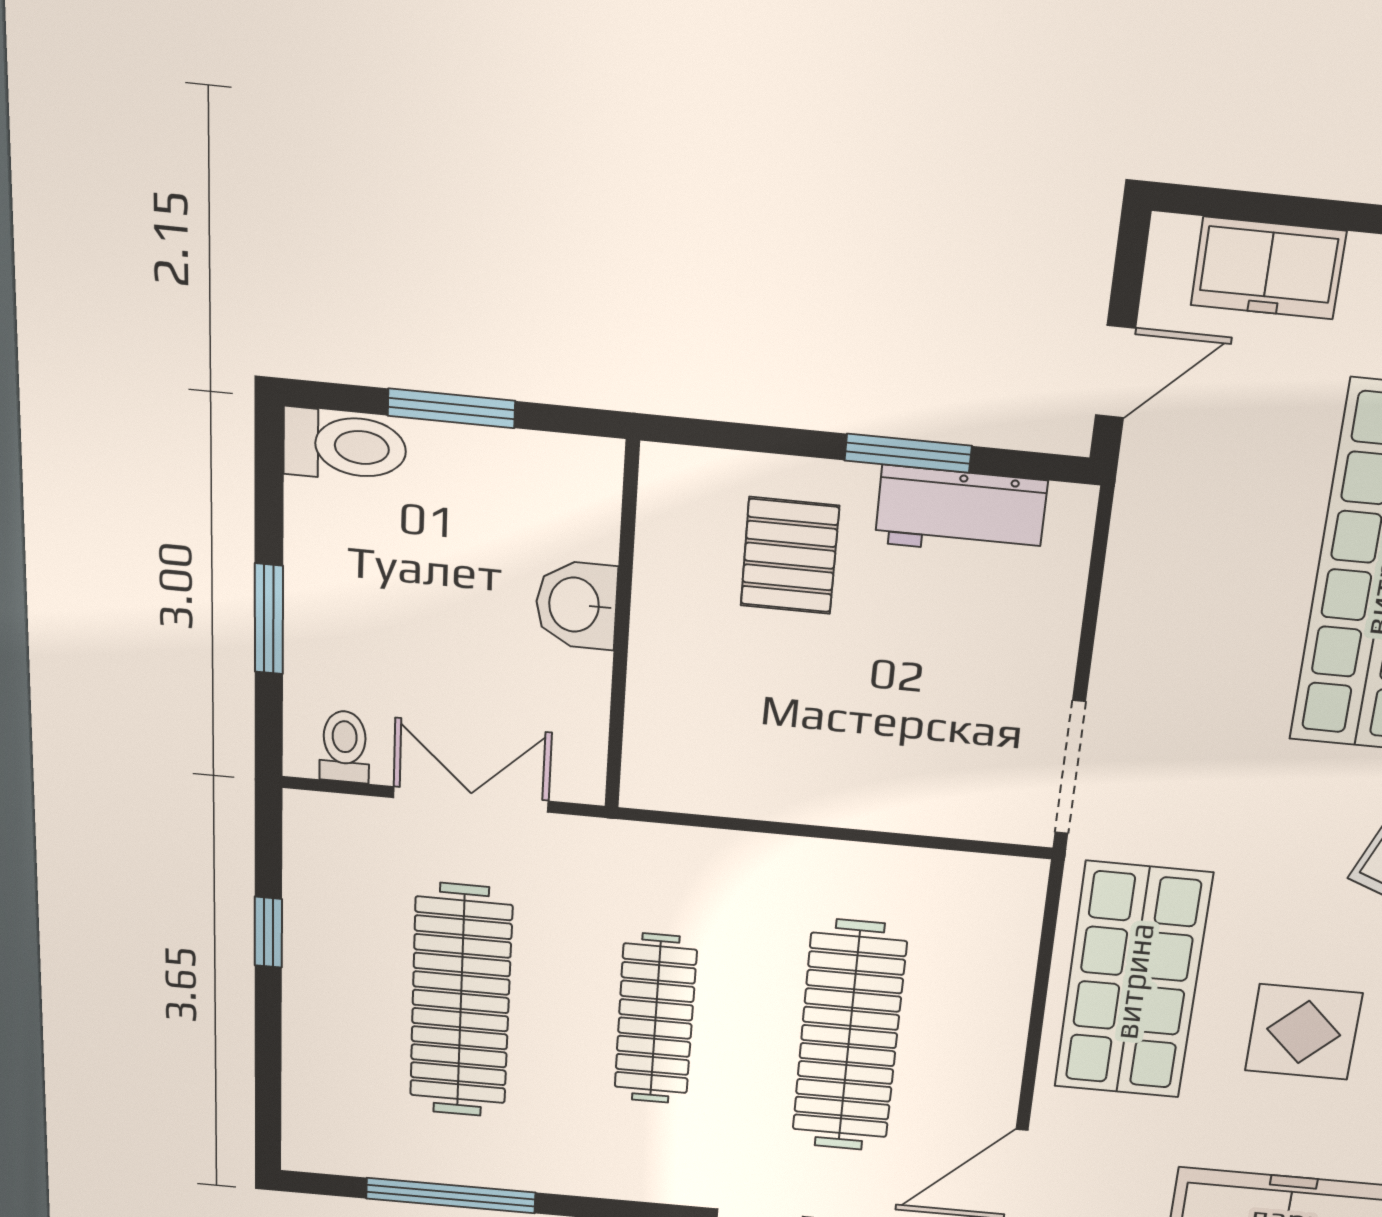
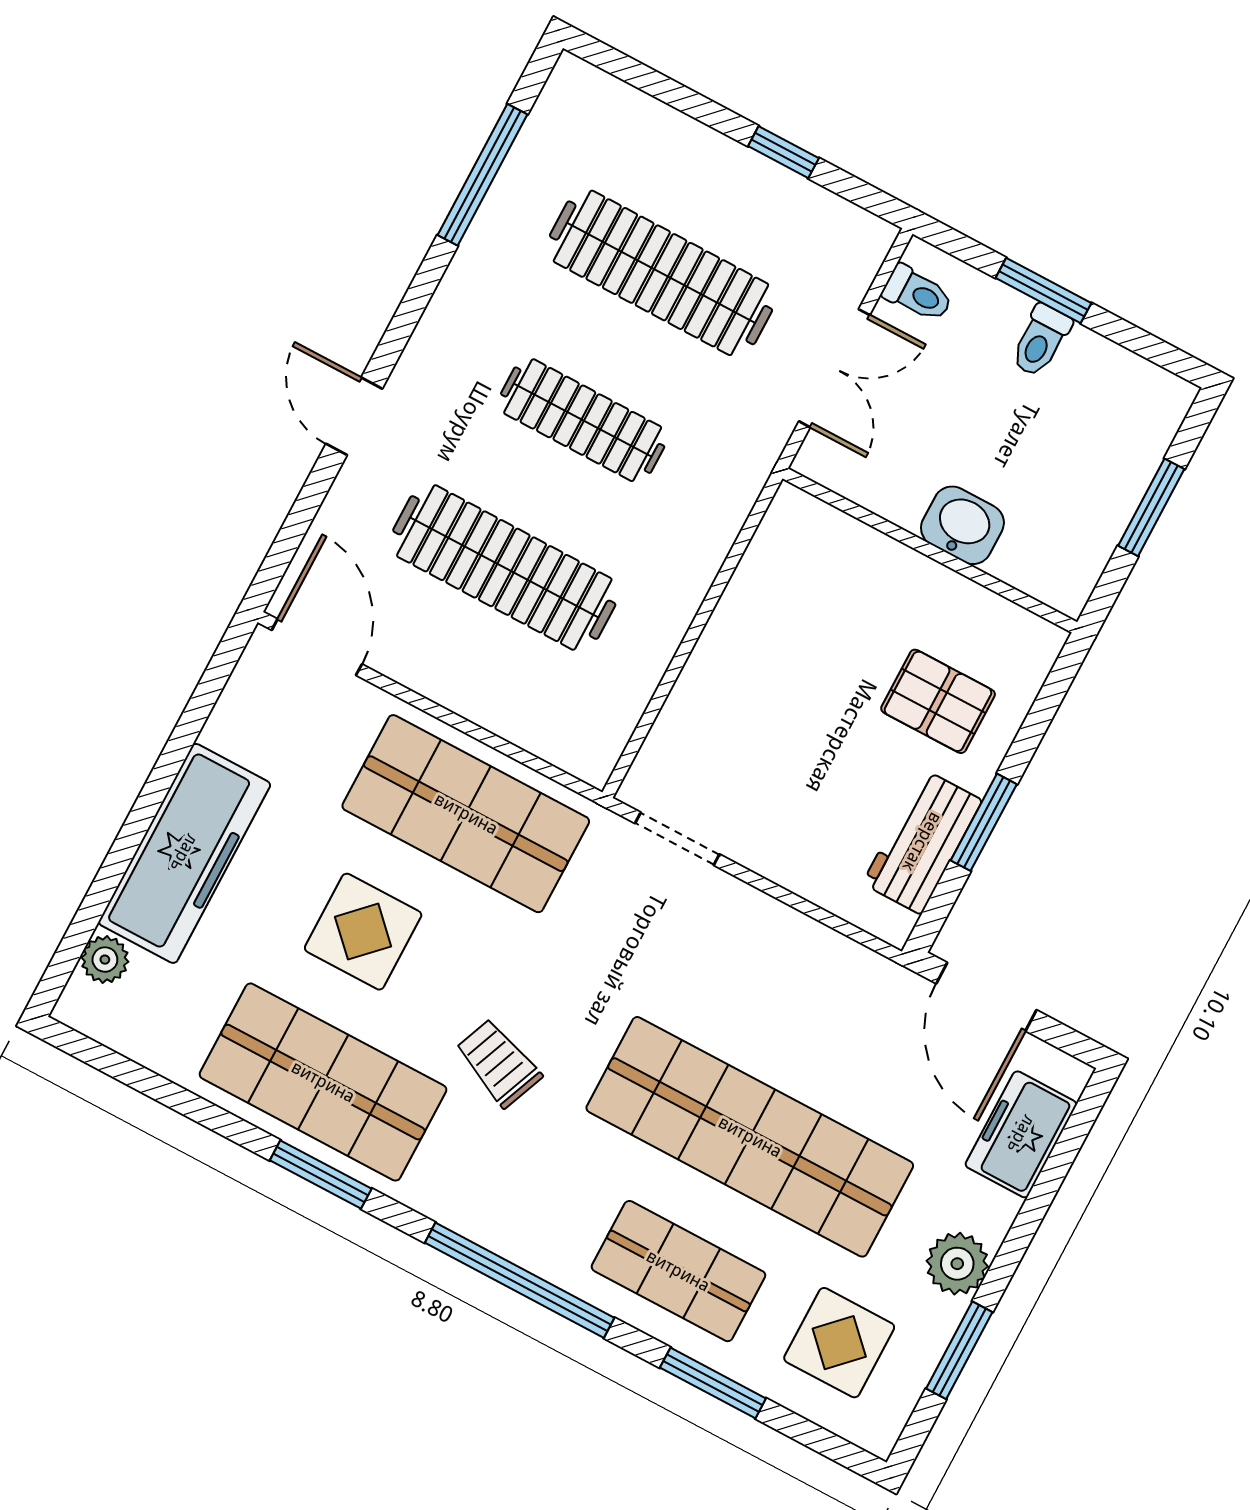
door: (1115, 372) -> (986, 997), width x1.38
toilet: (345, 446) -> (1041, 341), moved, width x0.73, depth x0.72
doorway: (1070, 768) -> (677, 839), width x0.73

